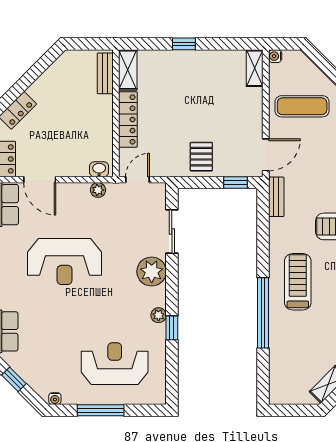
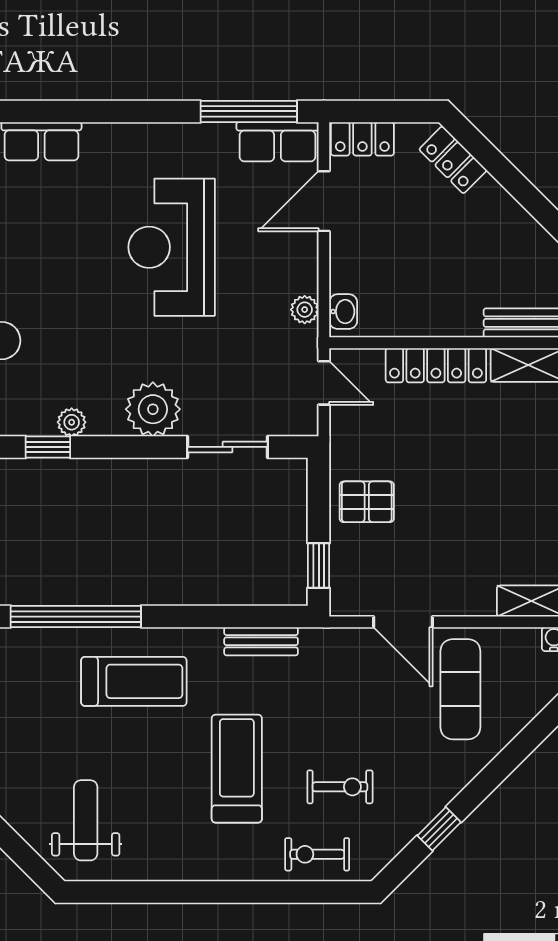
door: (266, 155) -> (403, 622), moved
bench: (276, 197) -> (261, 641), moved

